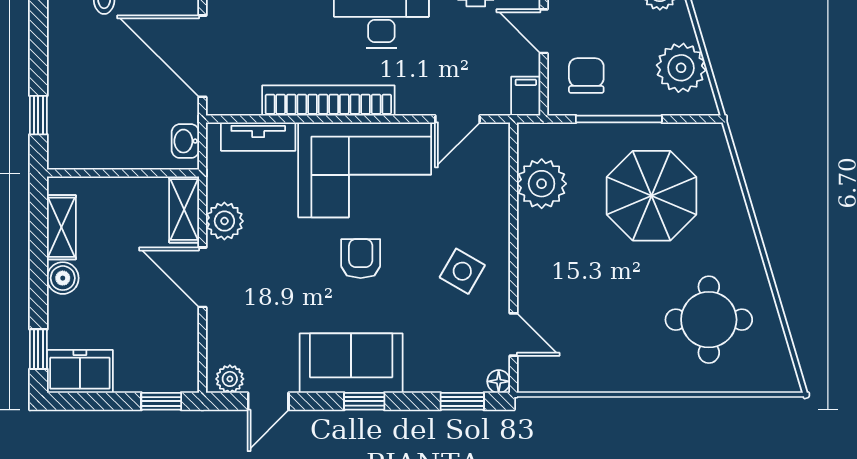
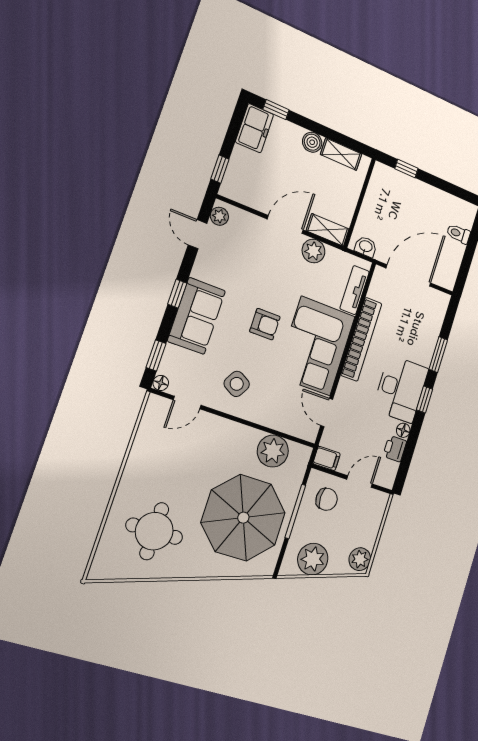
parasol: (652, 196) -> (243, 518), width x1.36, depth x1.36
sofa: (351, 363) -> (196, 316), moved

